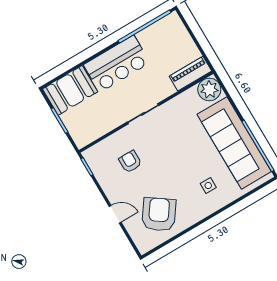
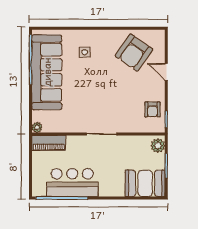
bar counter: (117, 64) -> (72, 183), moved
plant: (209, 89) -> (37, 127), width x0.53, depth x0.53
plant: (80, 136) -> (158, 146), added
armchair: (130, 162) -> (152, 109), moved

